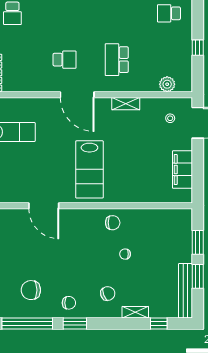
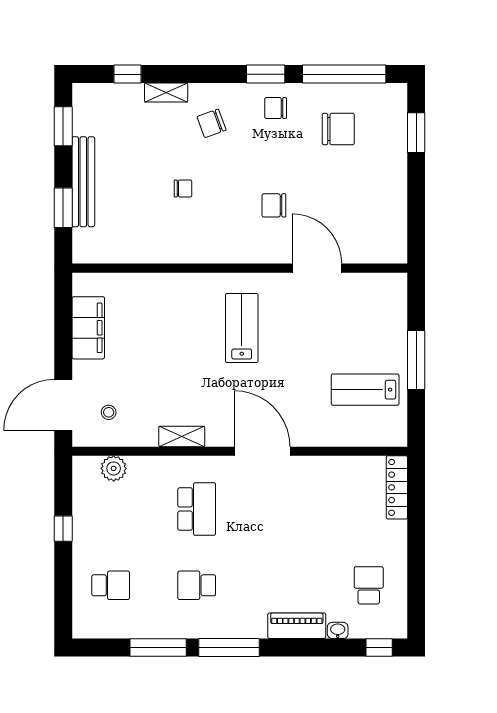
school desk: (65, 60) -> (197, 585), moved
lab bench: (89, 169) -> (242, 328), width x0.73, depth x0.72
chair: (113, 223) -> (274, 205), moved
window: (198, 276) -> (63, 126), moved
bench: (186, 291) -> (83, 182), moved

